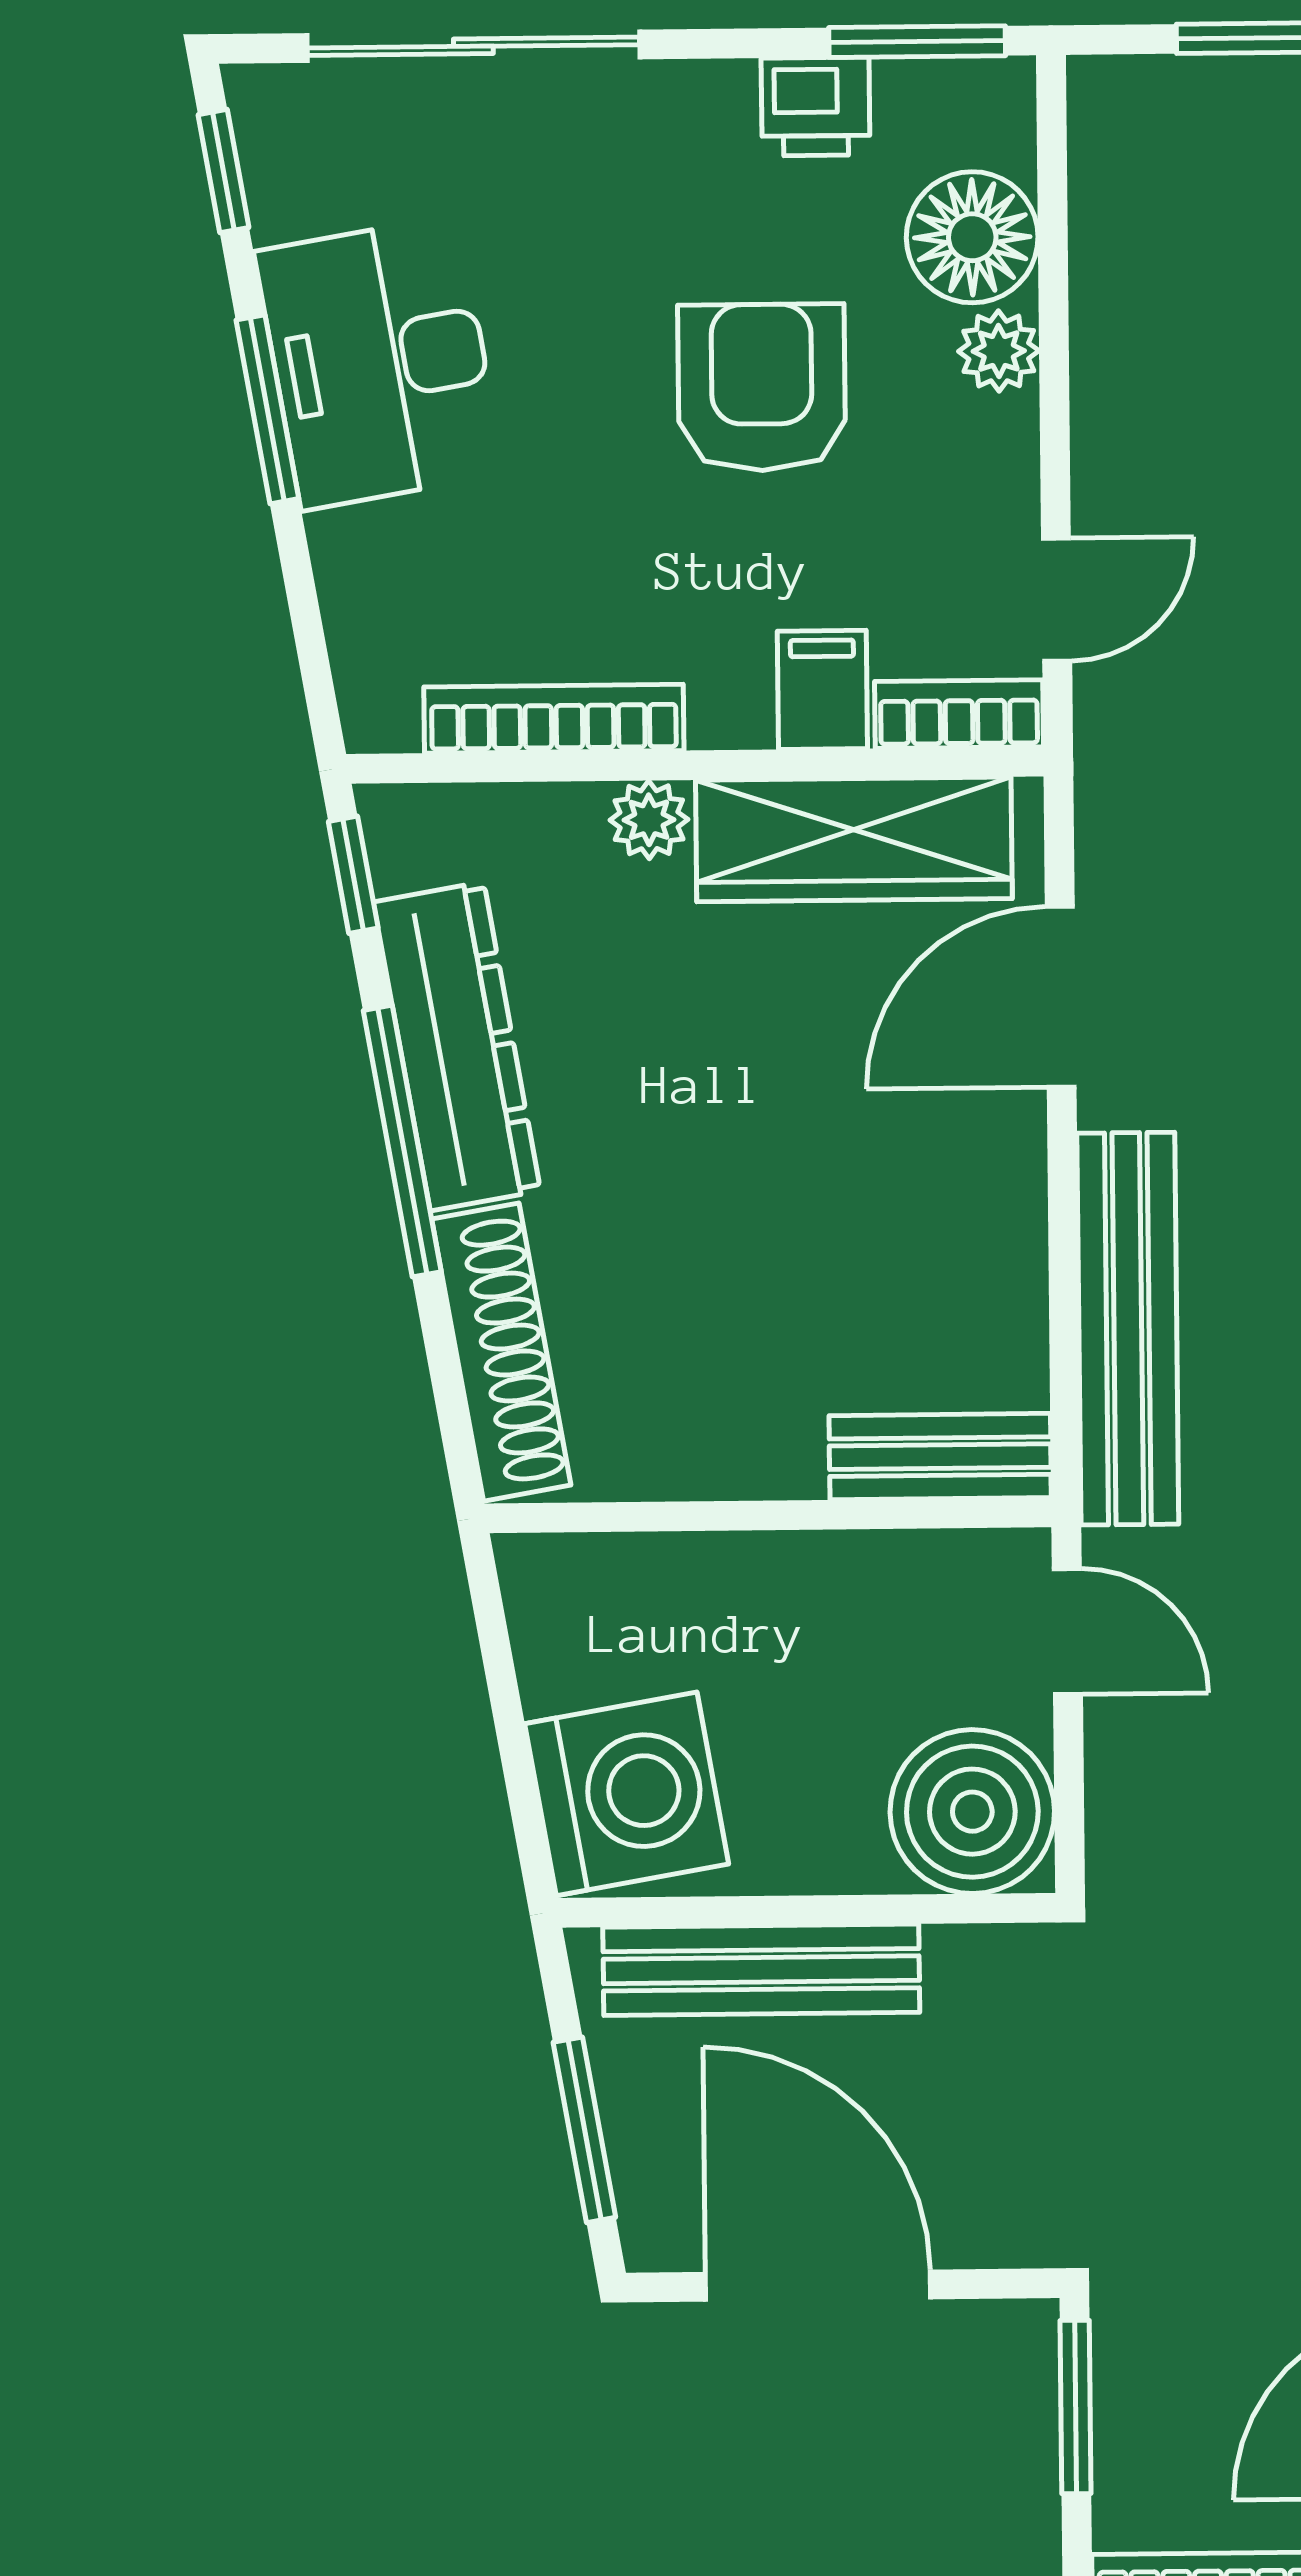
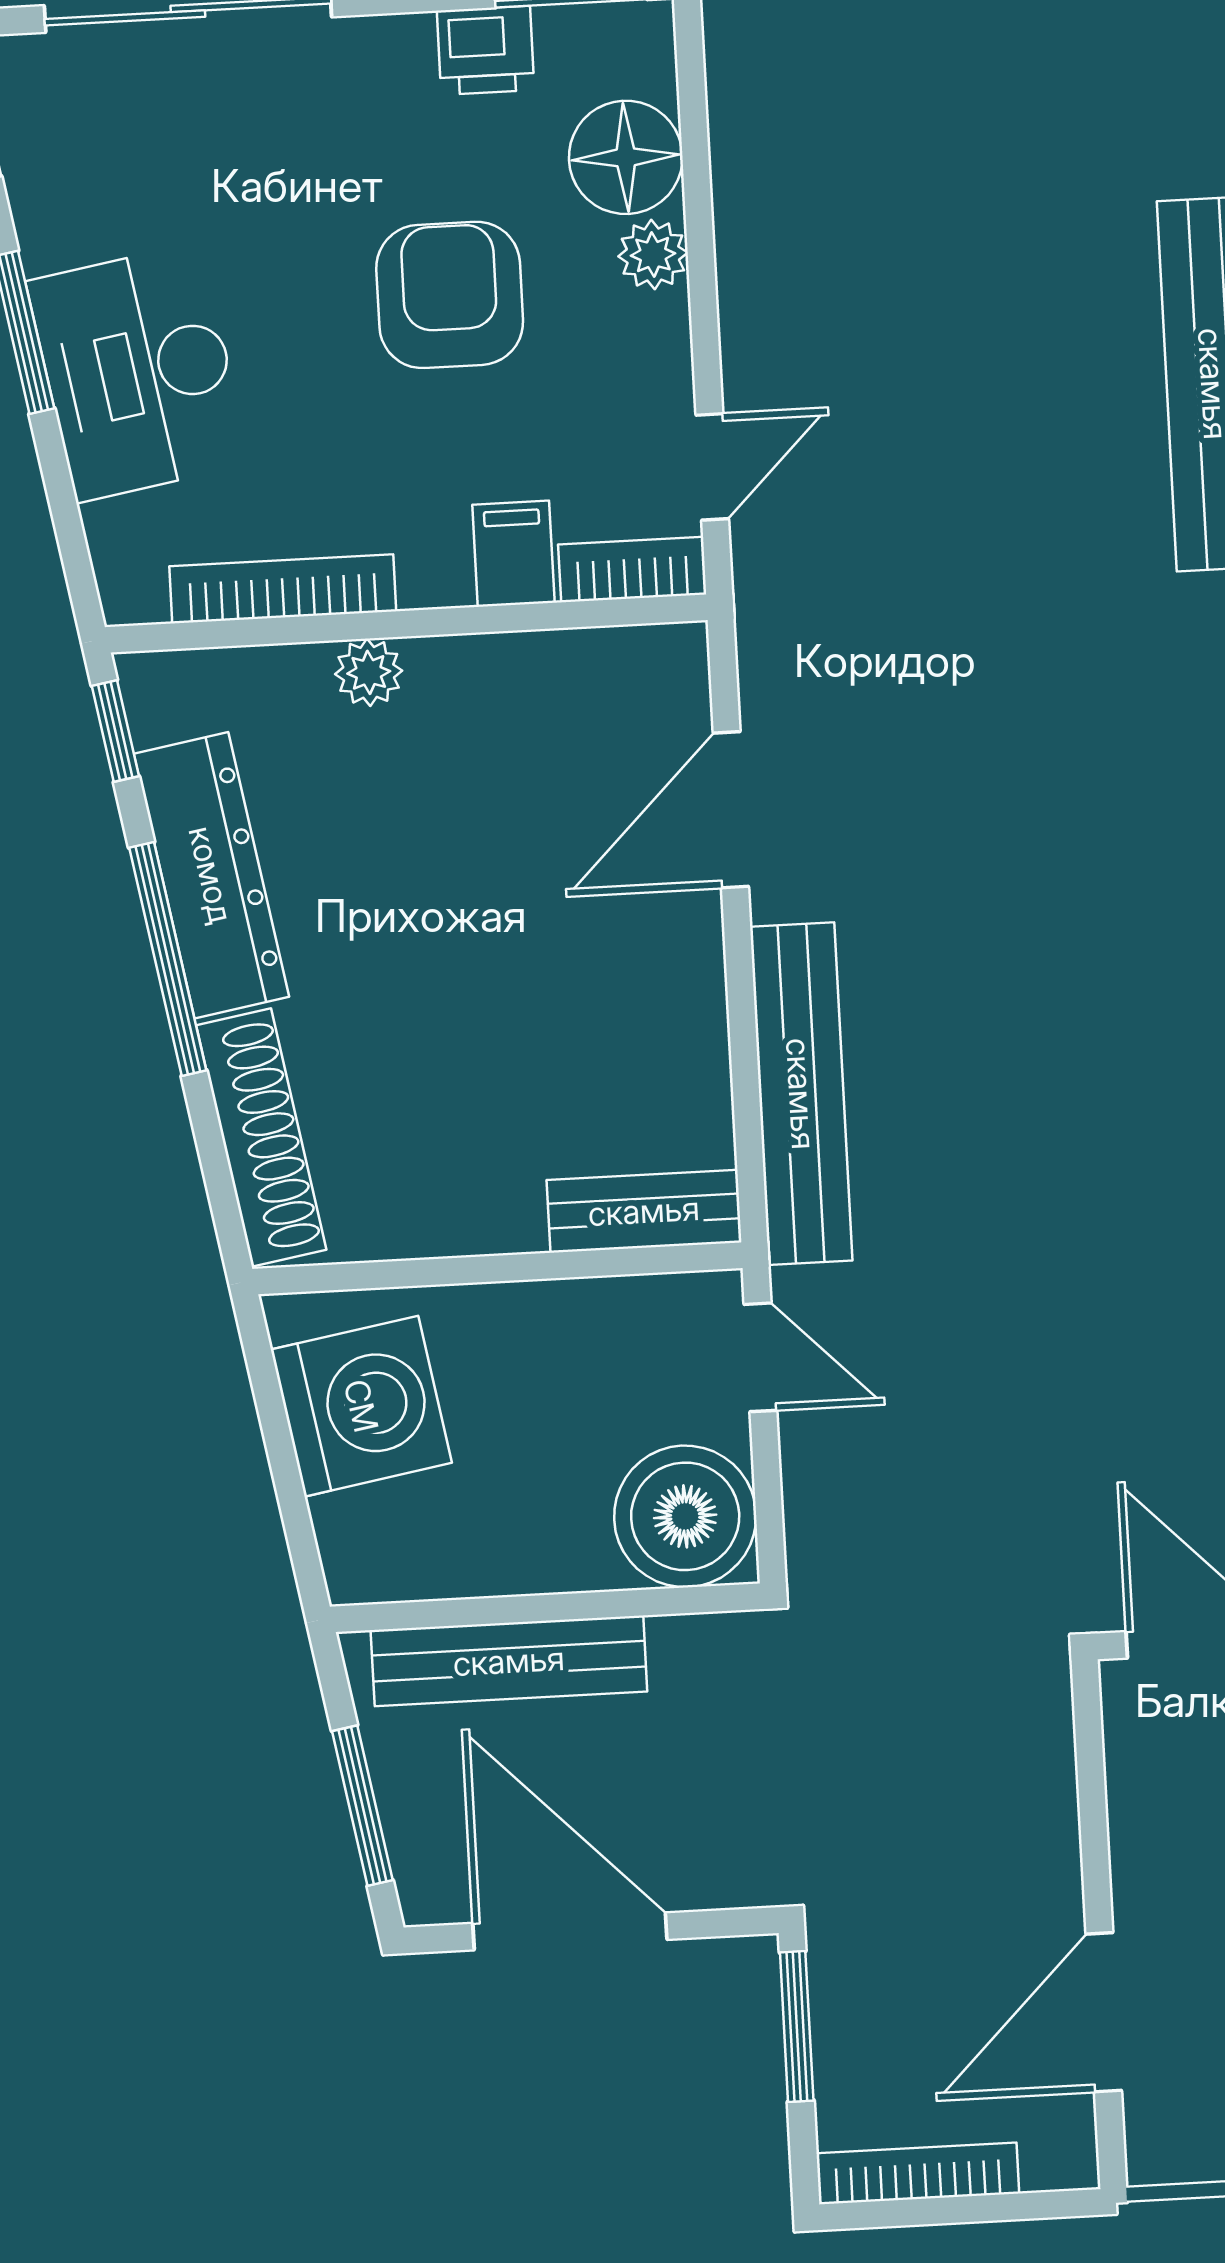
desk: (380, 363) -> (138, 372), moved
wardrobe: (854, 839) -> (546, 682), removed
washing machine: (627, 1794) -> (361, 1406), moved

